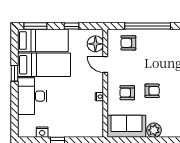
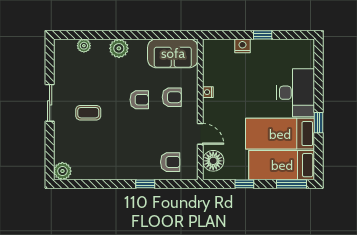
window: (148, 26) -> (145, 184), width x0.32
armchair: (152, 91) -> (139, 100), turned 180
plant: (154, 130) -> (119, 48), moved
nightstand: (42, 132) -> (242, 46), moved

